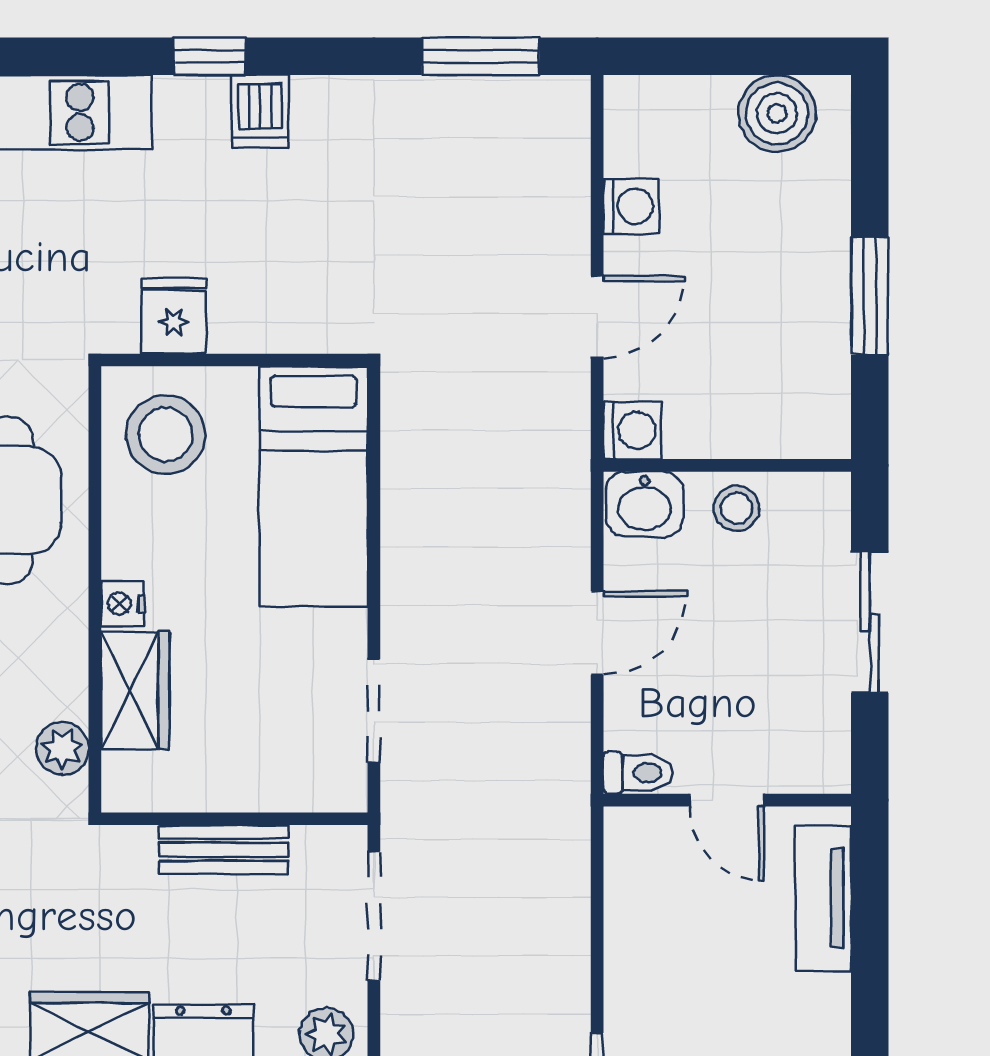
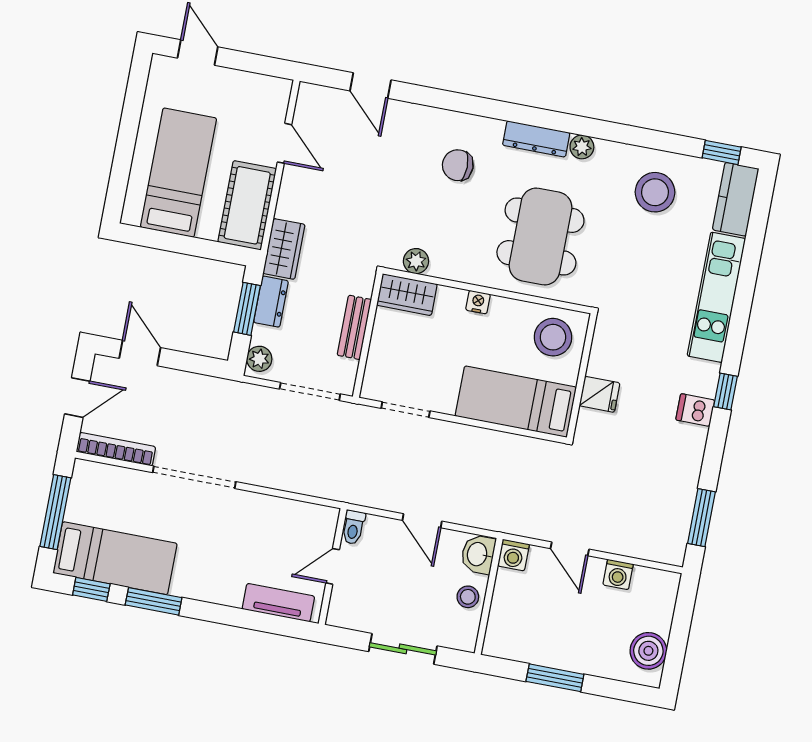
fridge: (174, 316) -> (600, 394), moved
wardrobe: (135, 690) -> (407, 295), moved

